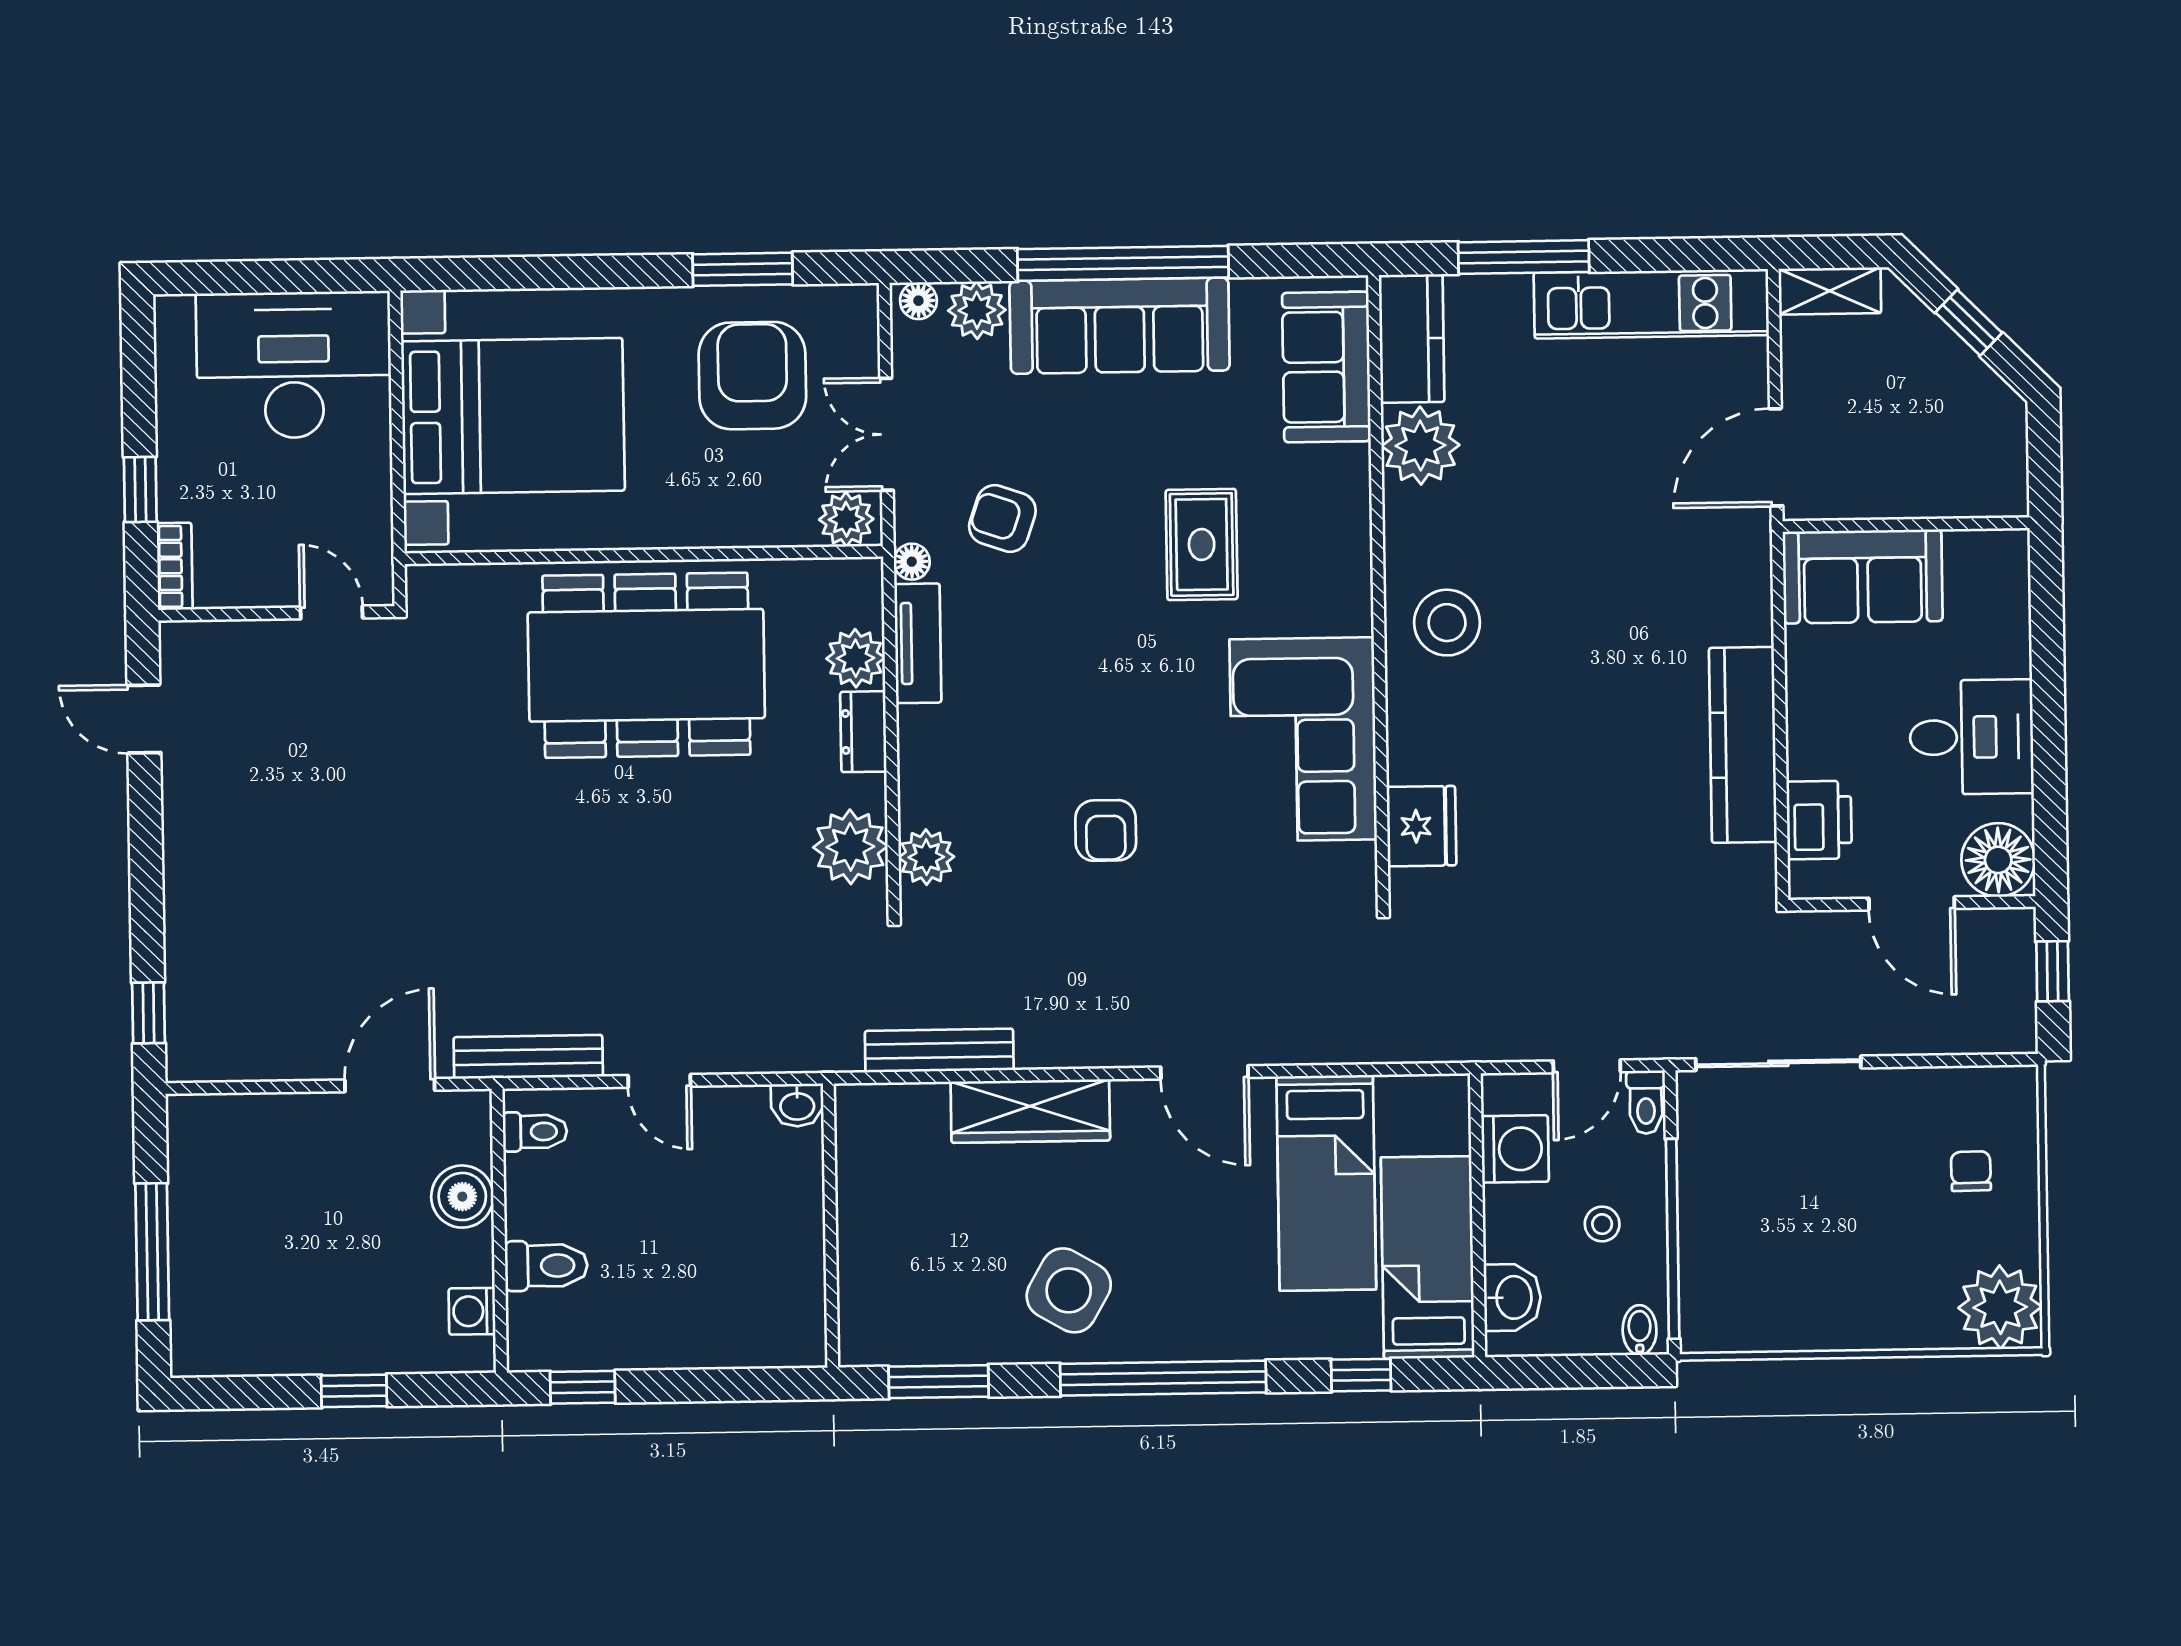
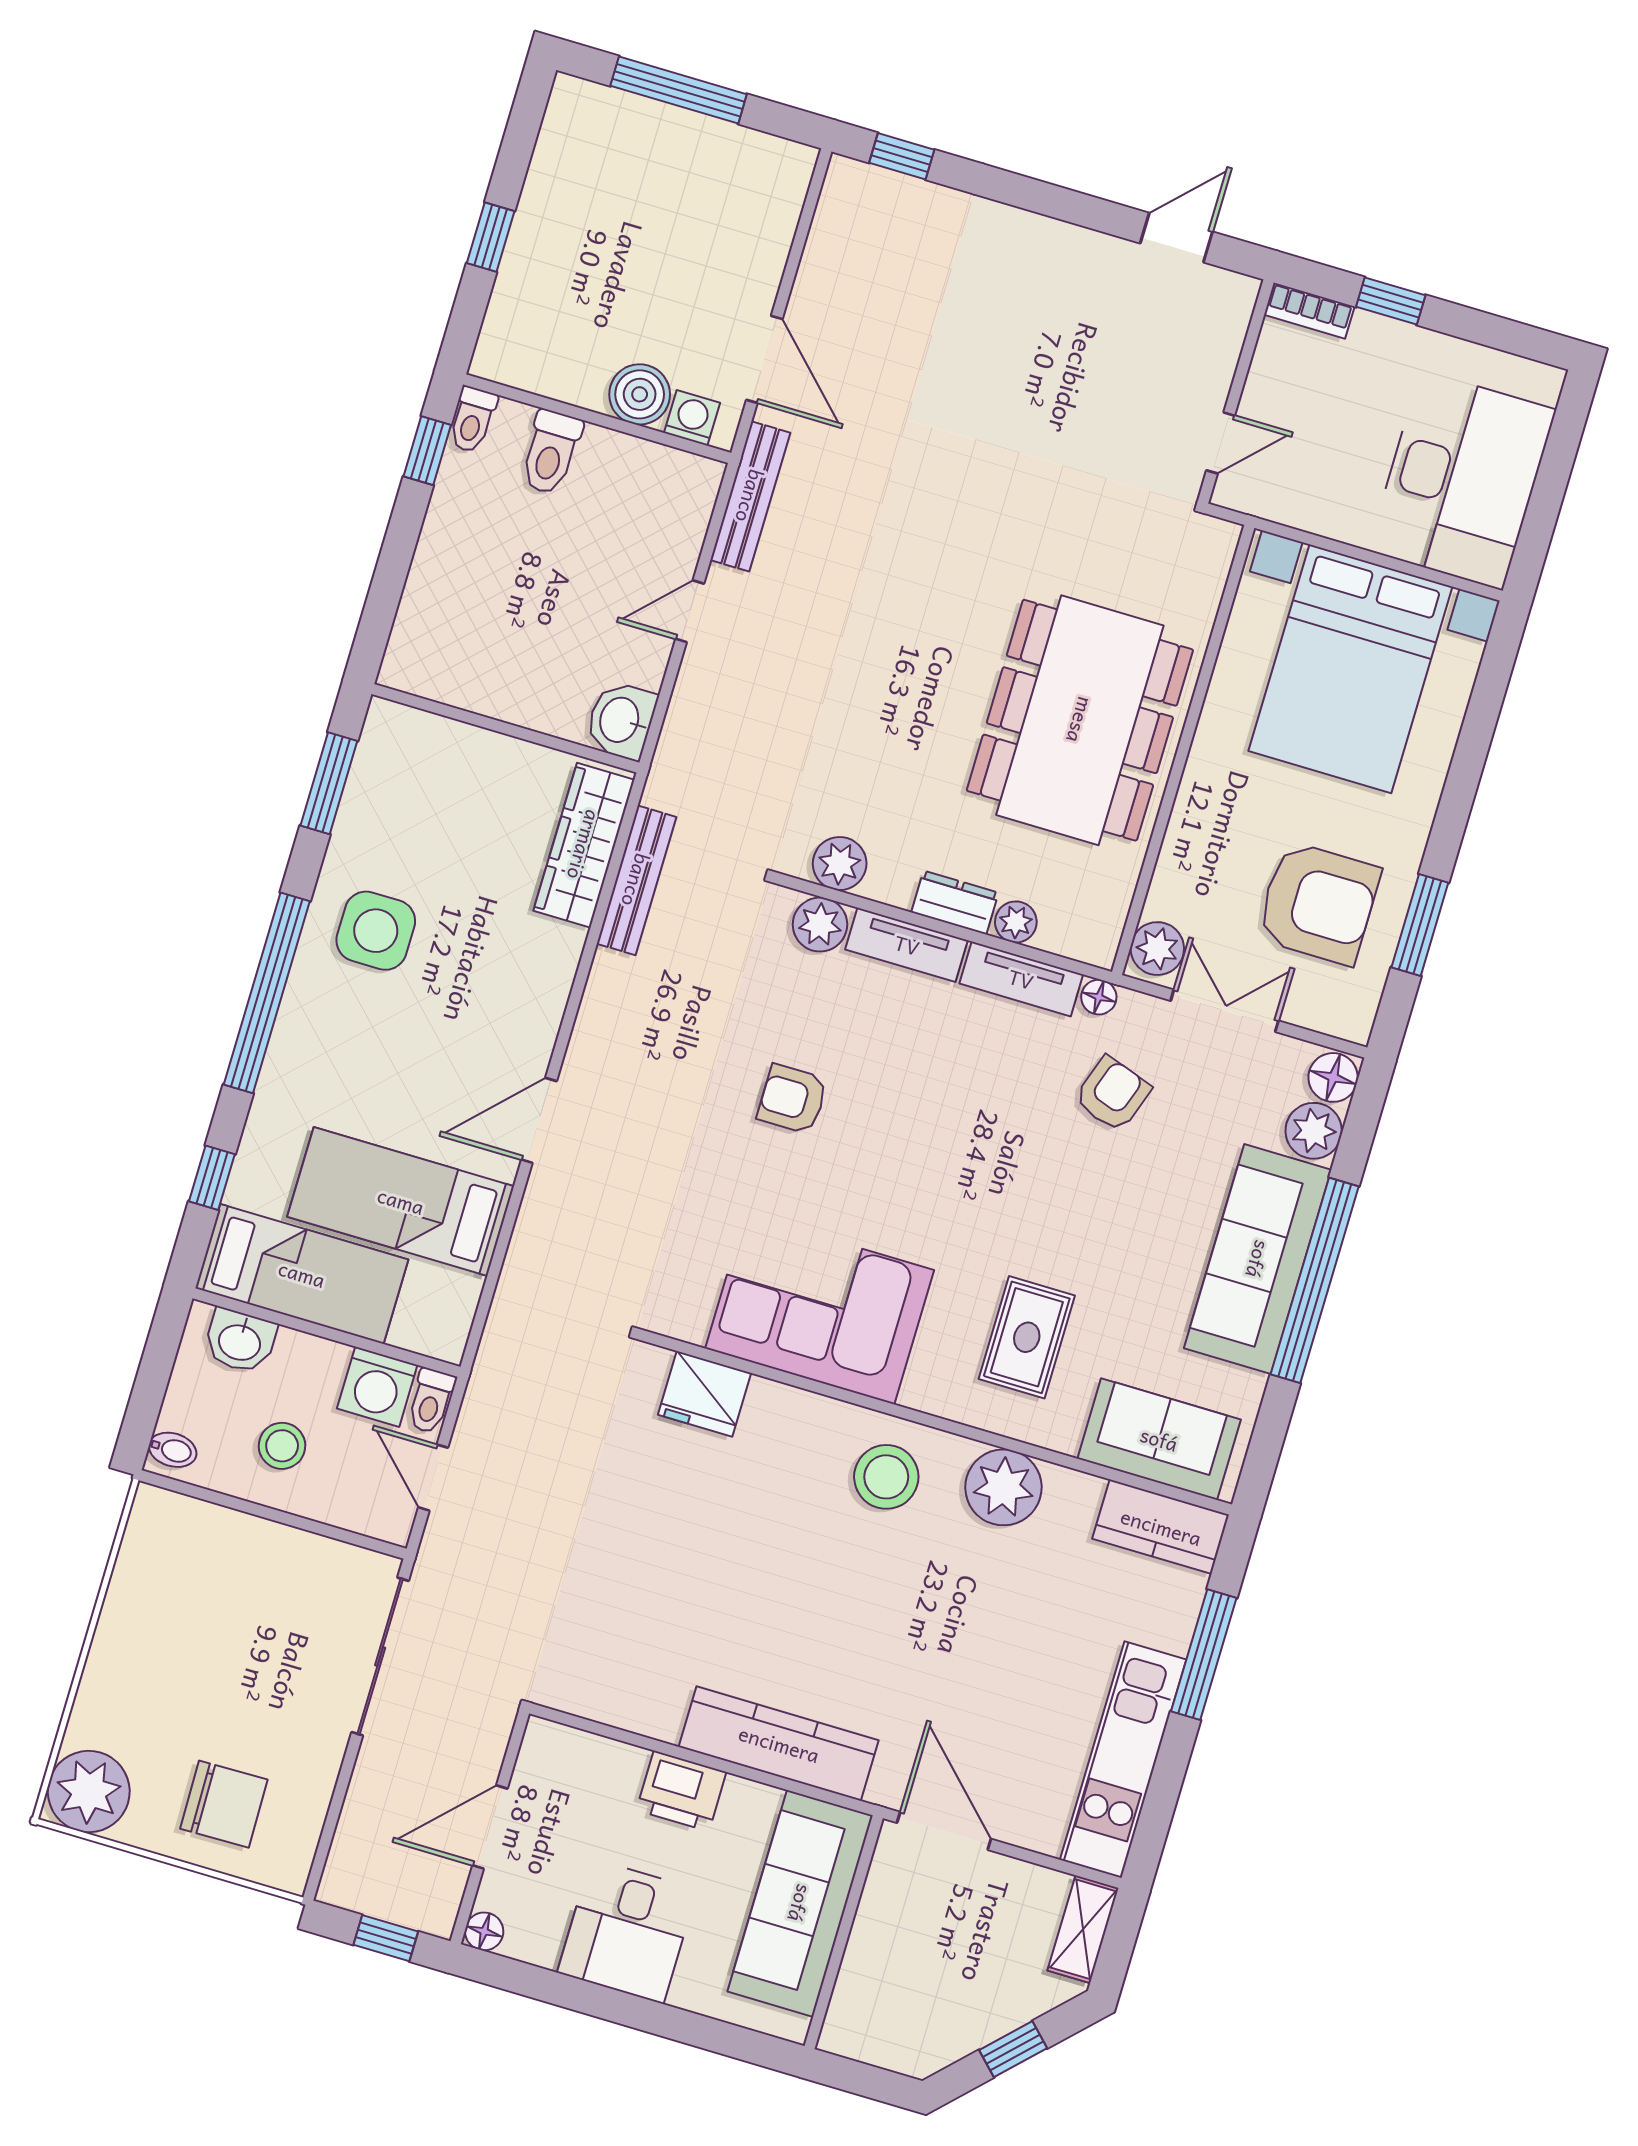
floor lamp: (918, 301) -> (1333, 1077), width x1.37, depth x1.37
plant: (1420, 446) -> (1003, 1487), moved
rug: (1202, 545) -> (1027, 1337), moved, turned 90
sofa: (1863, 576) -> (800, 1903), width x1.36
plant: (856, 658) -> (1016, 922), width x0.73, depth x0.73
kitchen counter: (1743, 745) -> (779, 1744), moved
tv unit: (920, 766) -> (907, 945), added
printer: (1819, 820) -> (681, 1791), moved
plant: (850, 847) -> (840, 864), width x0.73, depth x0.73
floor lamp: (1998, 860) -> (484, 1931), width x0.53, depth x0.53
toilet: (1646, 1102) -> (431, 1401), moved, turned -90
washbasin: (797, 1105) -> (621, 720), width x1.38, depth x1.45
wardrobe: (1030, 1111) -> (584, 845), moved
toilet: (535, 1132) -> (472, 420), moved
chair: (1971, 1171) -> (224, 1804), width x1.87, depth x1.87
stool: (1602, 1224) -> (282, 1446), width x1.37, depth x1.37
window: (1673, 1239) -> (248, 1507), removed
side table: (1069, 1290) -> (376, 931), turned -30
washing machine: (472, 1311) -> (692, 418), moved

